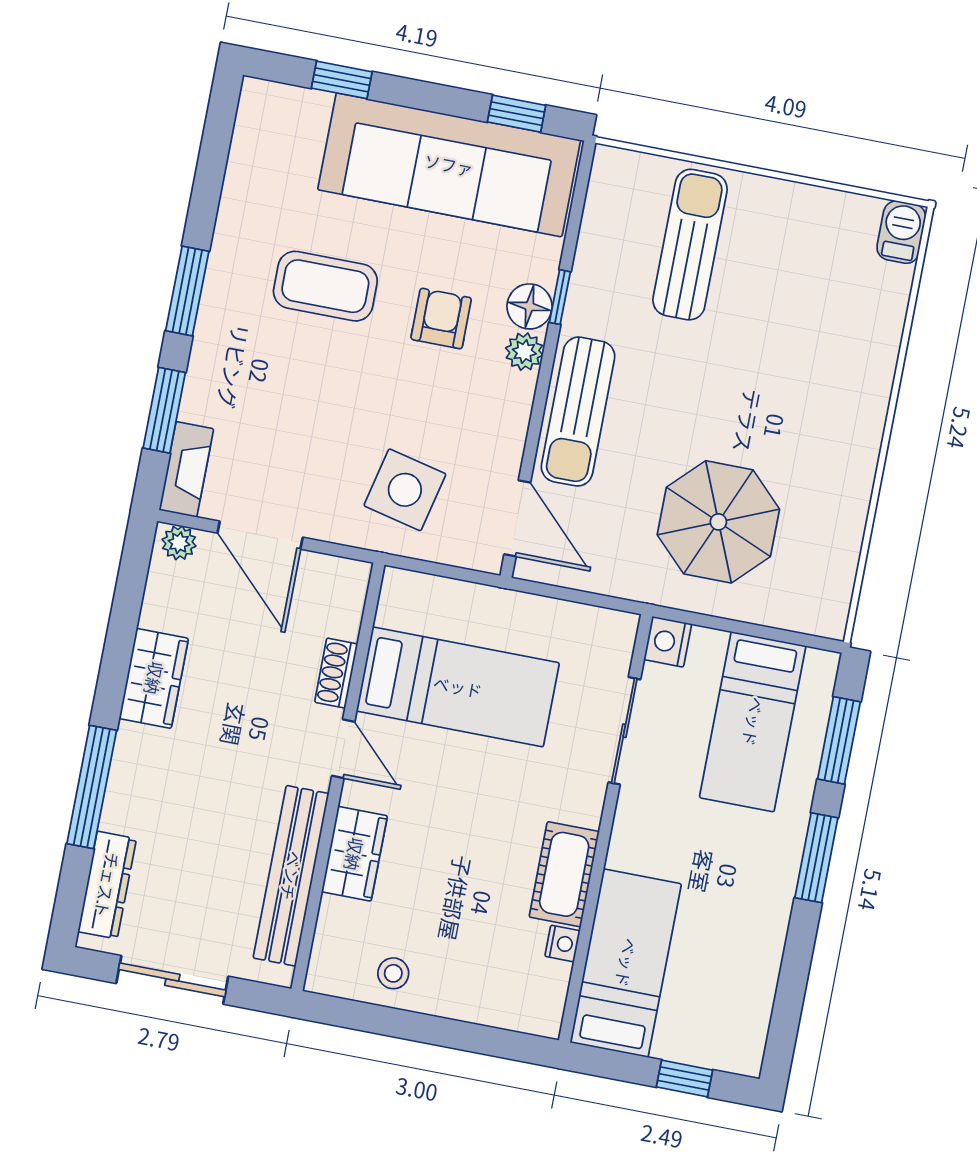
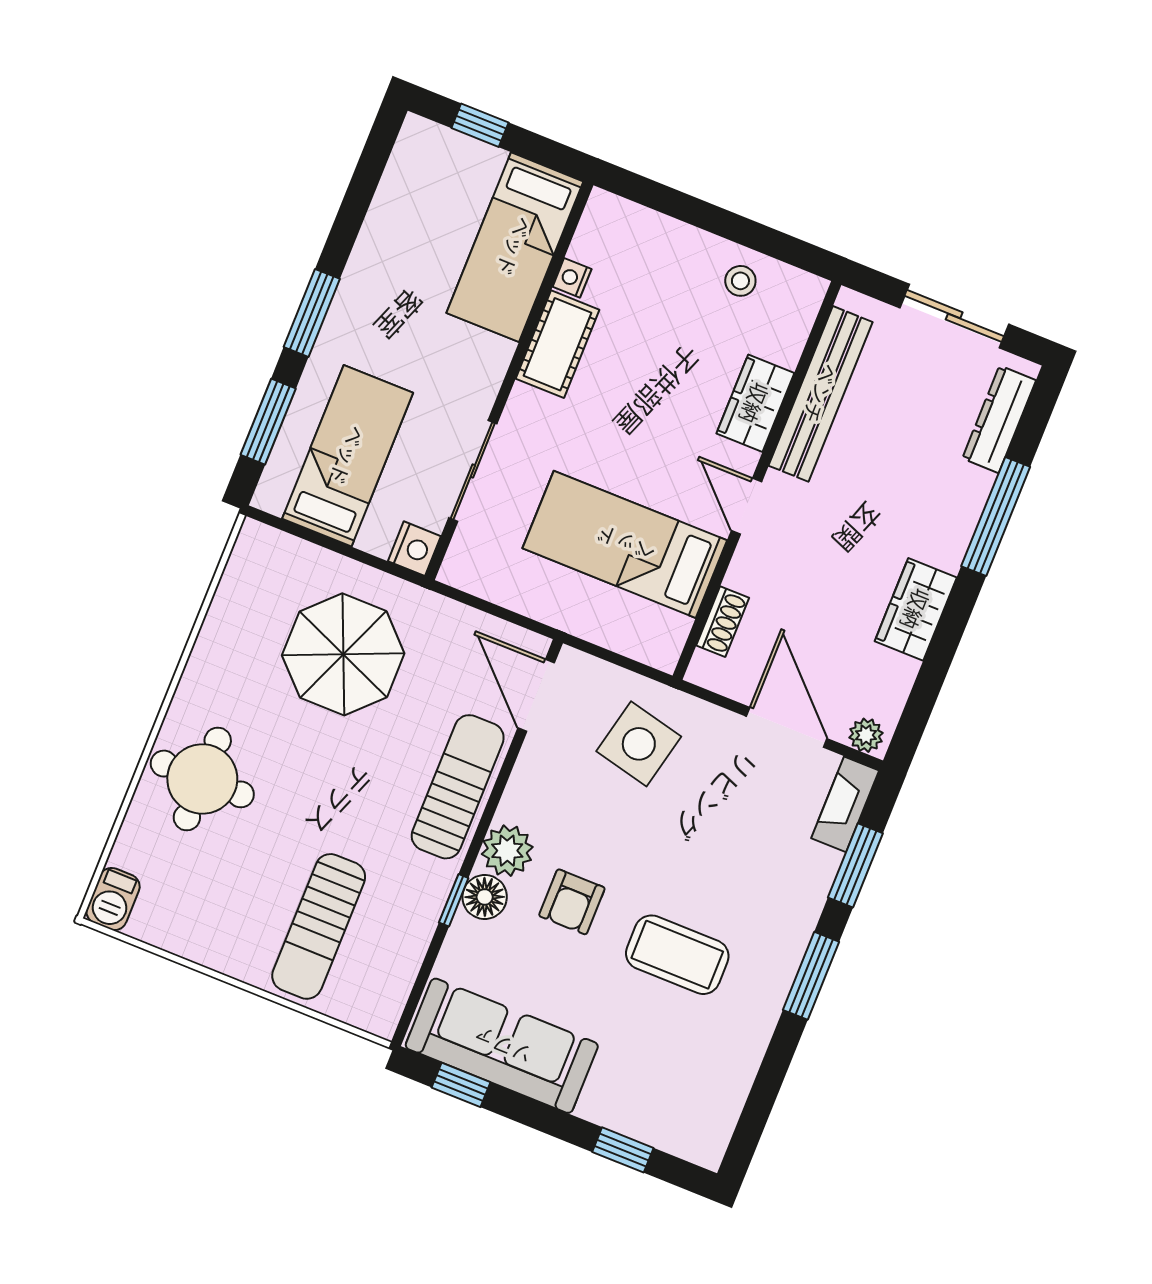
sofa: (449, 165) -> (502, 1046), width x0.74, depth x0.79
plant: (524, 352) -> (507, 851), width x1.38, depth x1.38
round table: (835, 370) -> (202, 779), added
shoe rack: (336, 673) -> (723, 622), moved

